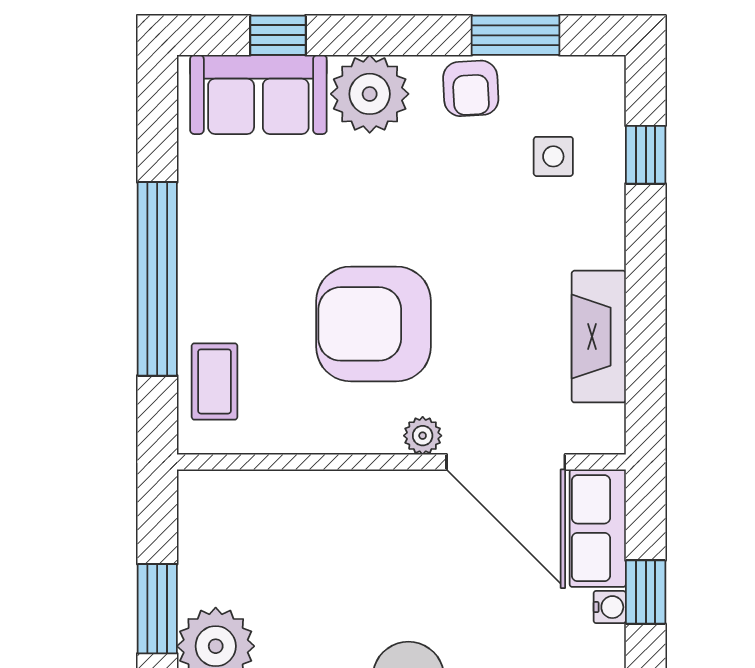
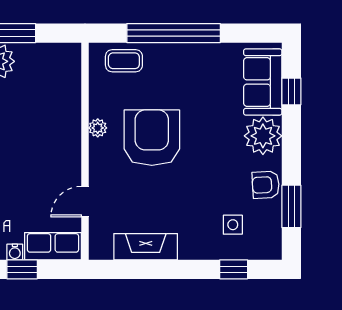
plant: (423, 436) -> (98, 128), moved
door: (506, 462) -> (85, 202), width x0.53

